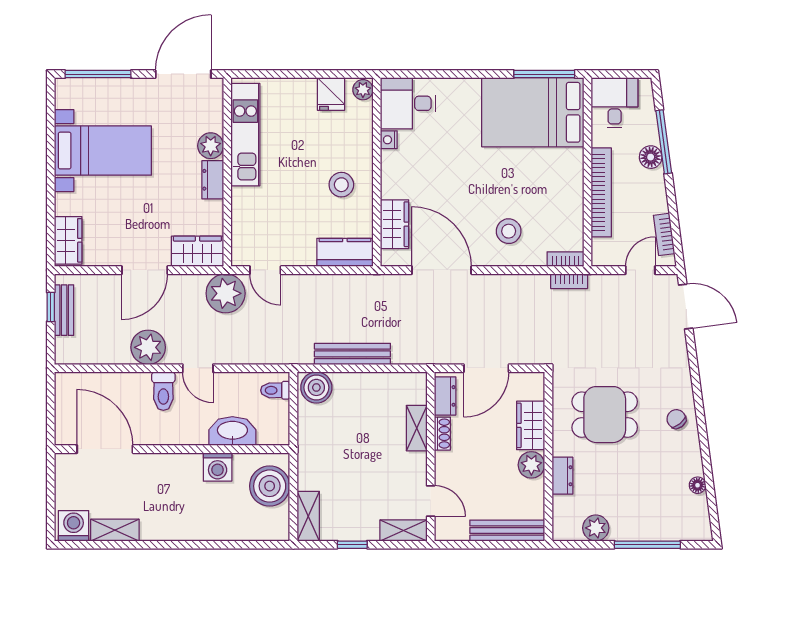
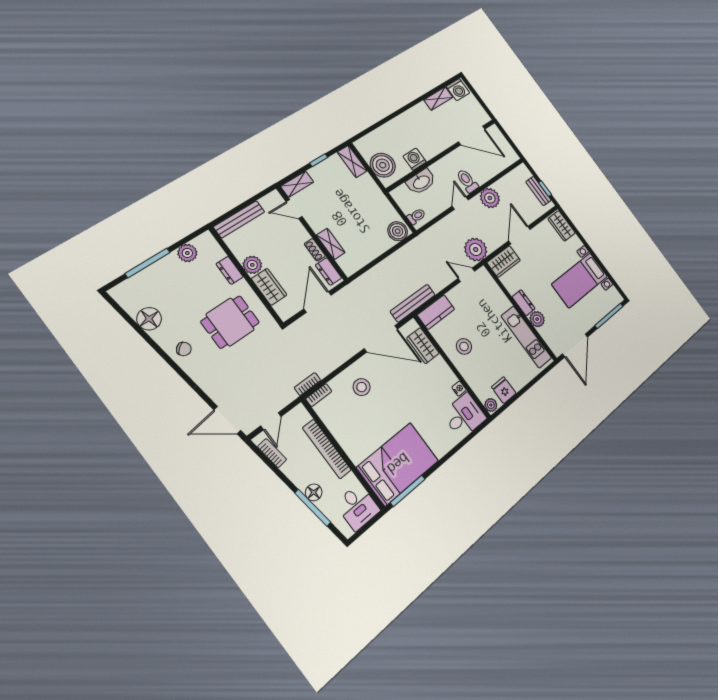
bench: (352, 354) -> (413, 303), moved
door: (198, 368) -> (460, 203), hinge flipped
floor lamp: (698, 485) -> (149, 319), width x1.89, depth x1.89

